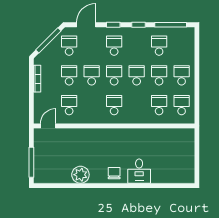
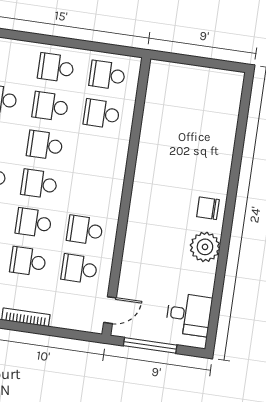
school desk: (114, 105) -> (85, 230), moved
door: (48, 126) -> (110, 310), swing flipped
window: (31, 162) -> (150, 345), moved
desk: (139, 171) -> (189, 315), moved
plant: (80, 175) -> (205, 247), moved

